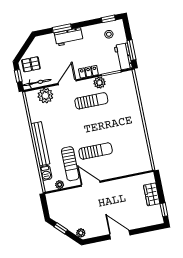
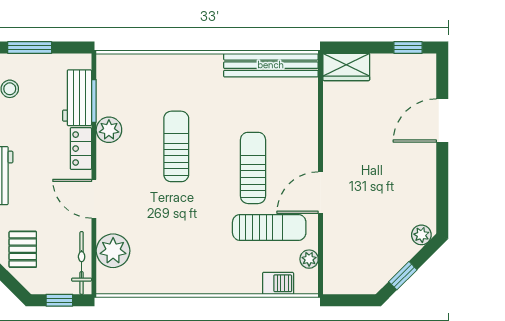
window: (131, 50) -> (30, 48), moved
workbench: (123, 57) -> (77, 98), moved, turned 90
pallet: (31, 64) -> (23, 249), moved
sun lounger: (91, 101) -> (176, 146), moved
bench: (40, 144) -> (271, 65), moved
wardrobe: (152, 194) -> (346, 67), moved
door: (120, 235) -> (442, 120), moved

